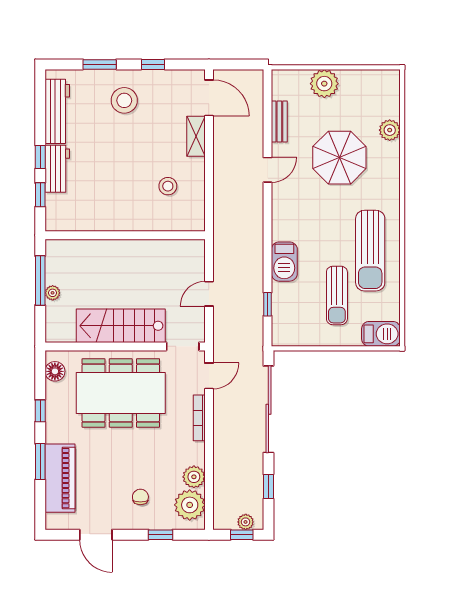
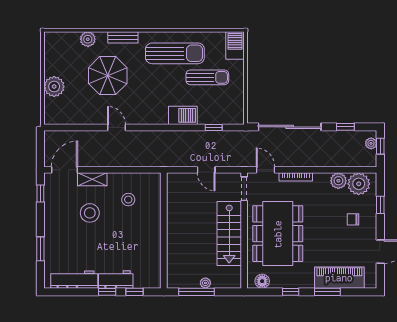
window: (153, 64) -> (40, 194), moved
stool: (124, 100) -> (90, 213), moved
bench: (279, 121) -> (123, 37), moved

